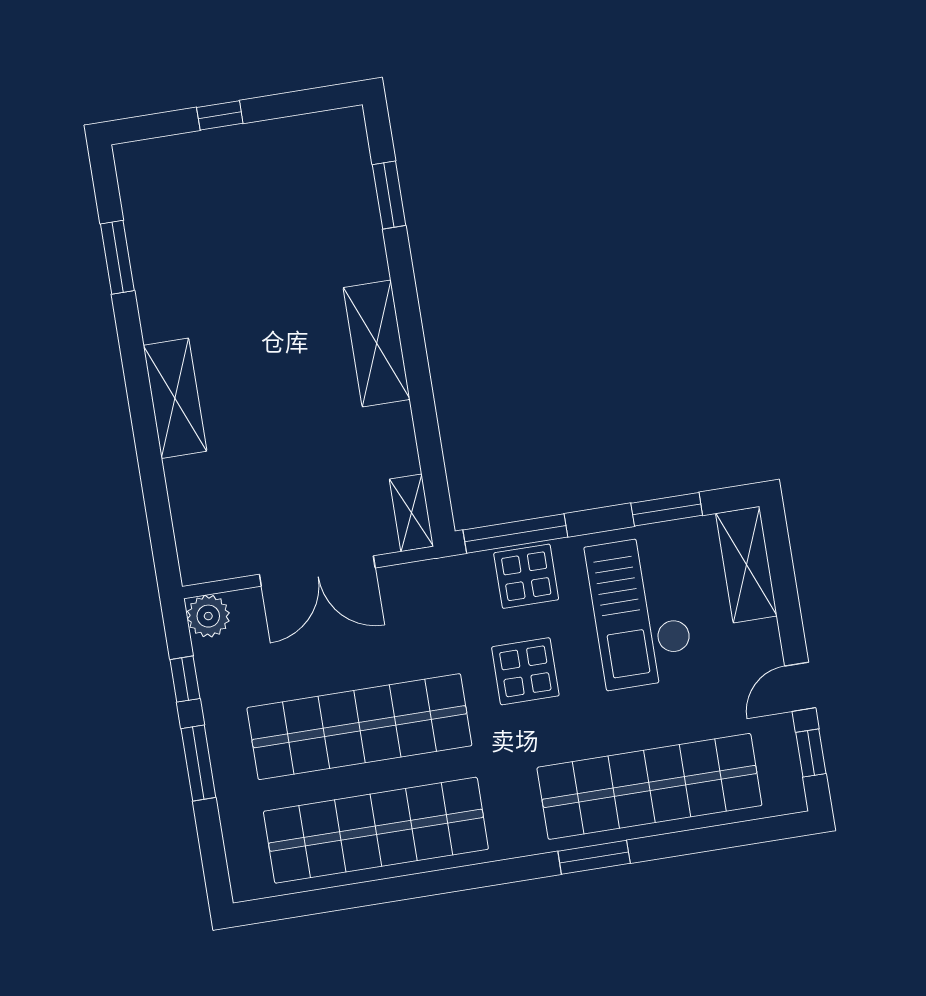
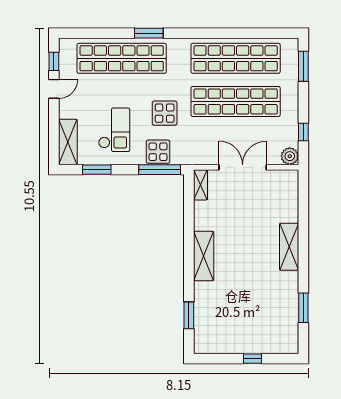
checkout: (640, 612) -> (114, 130), width x0.73, depth x0.83
window: (198, 763) -> (303, 66), moved

